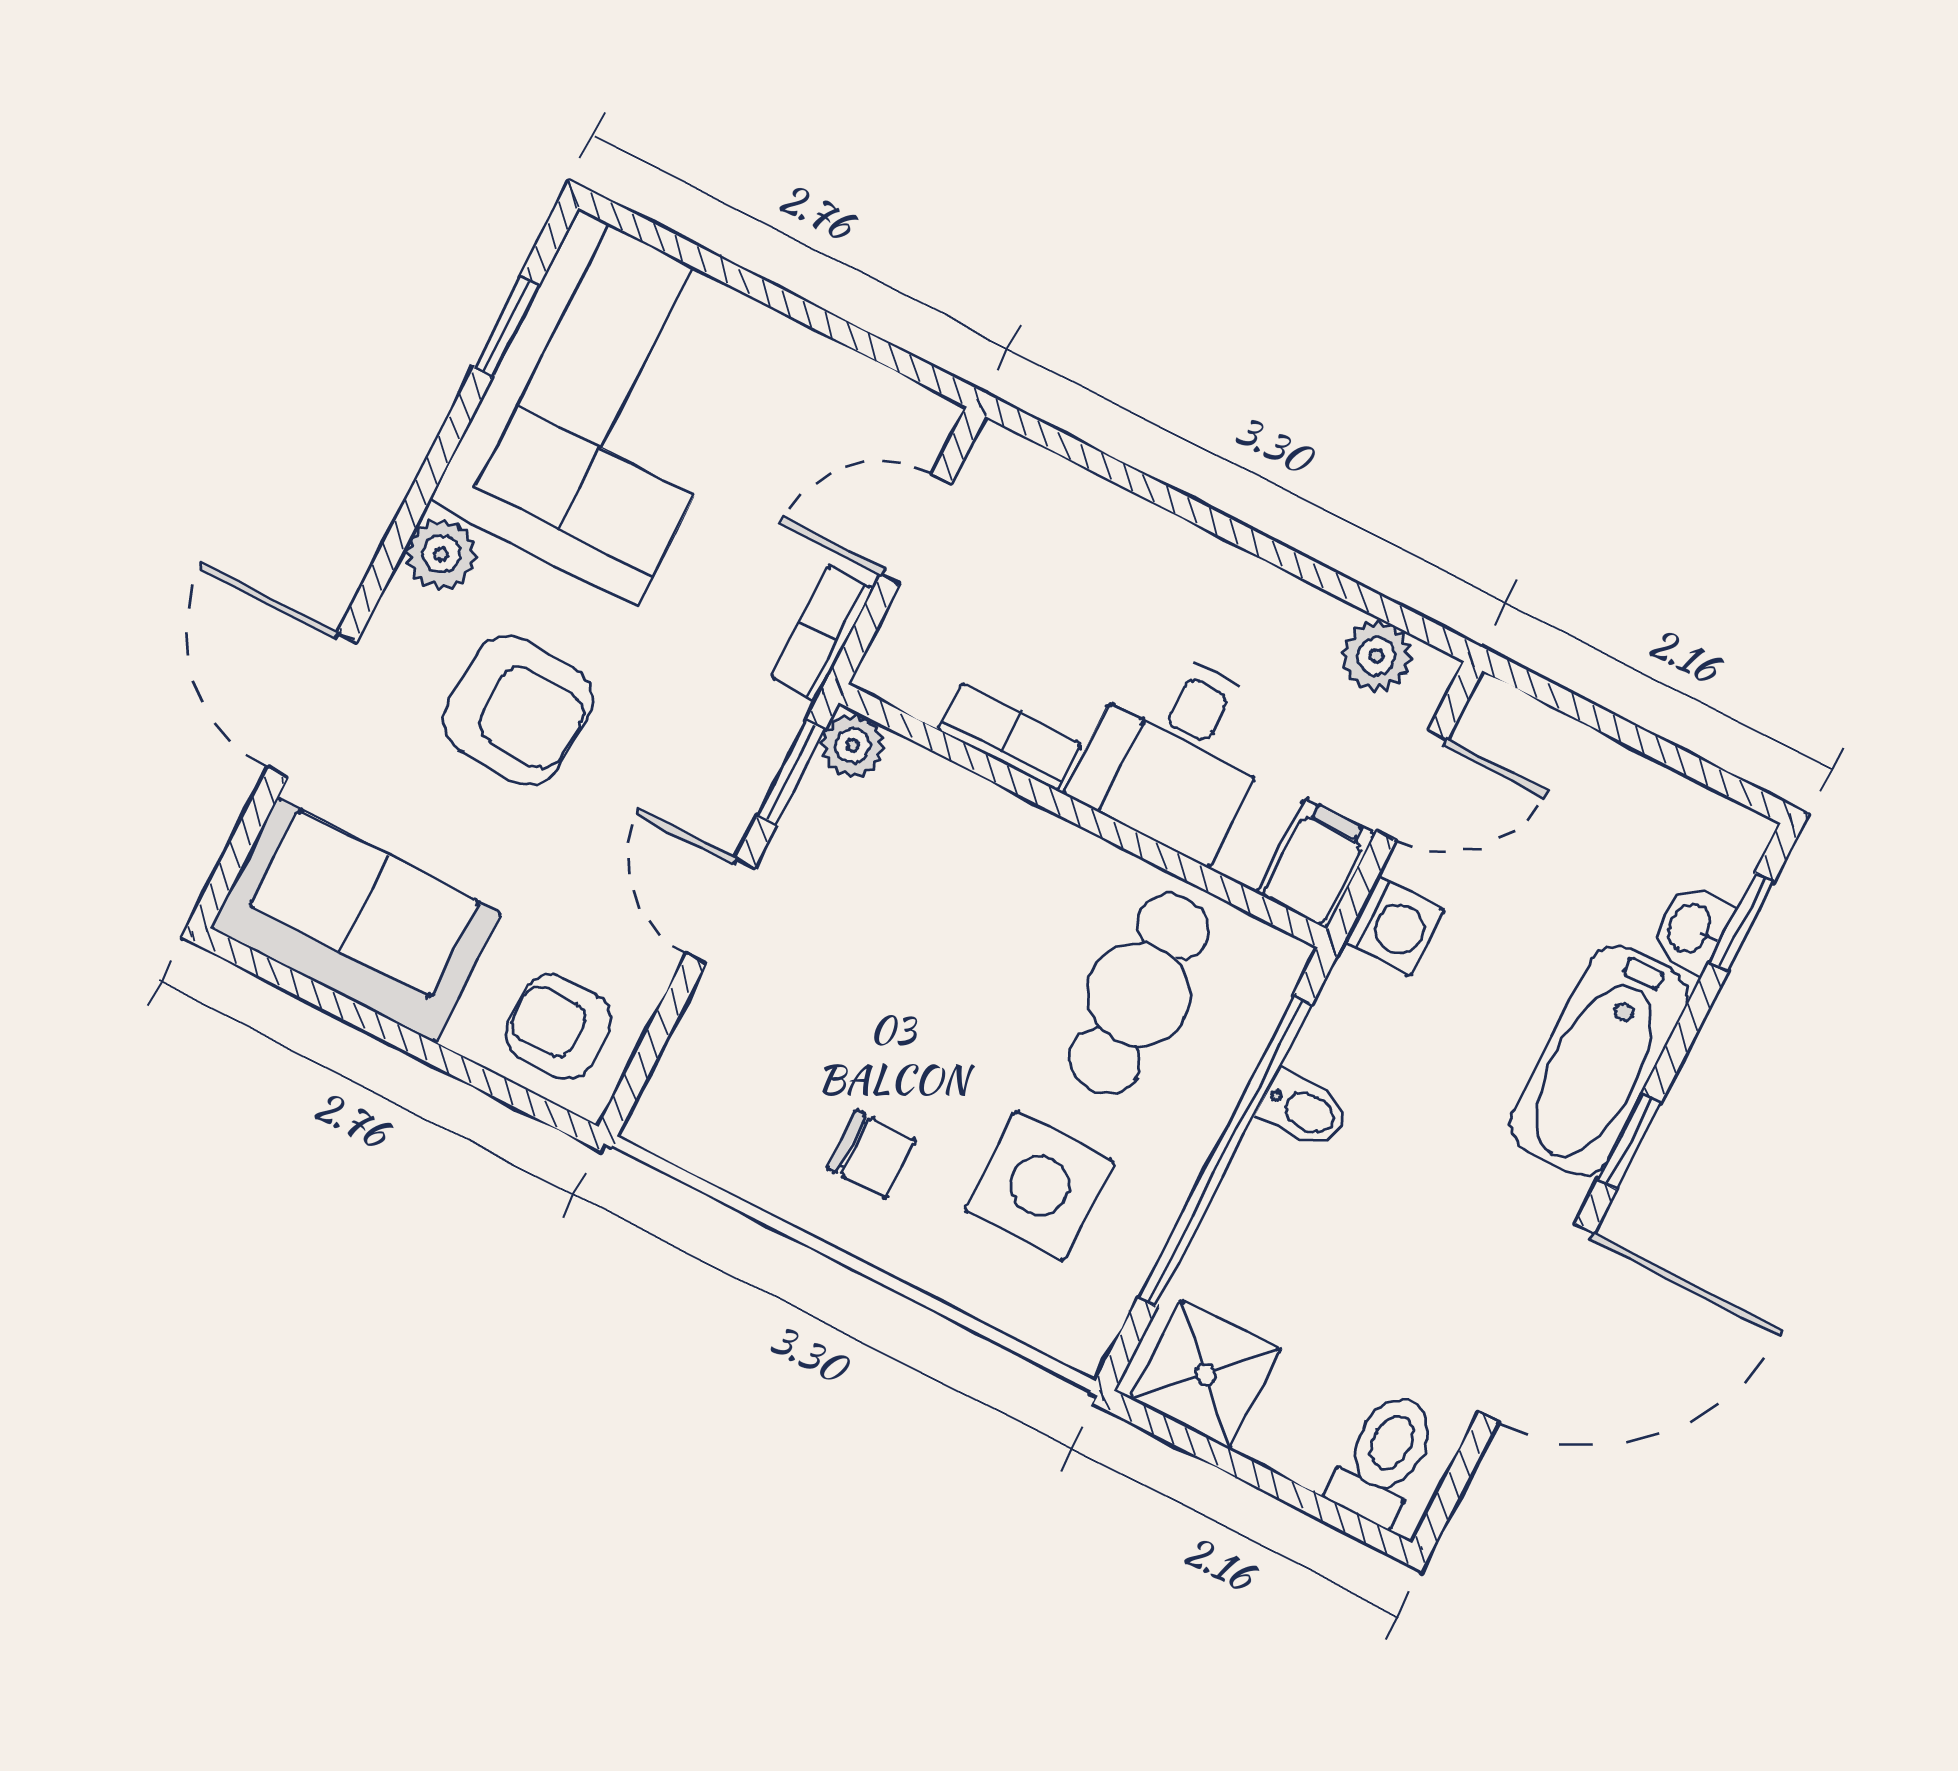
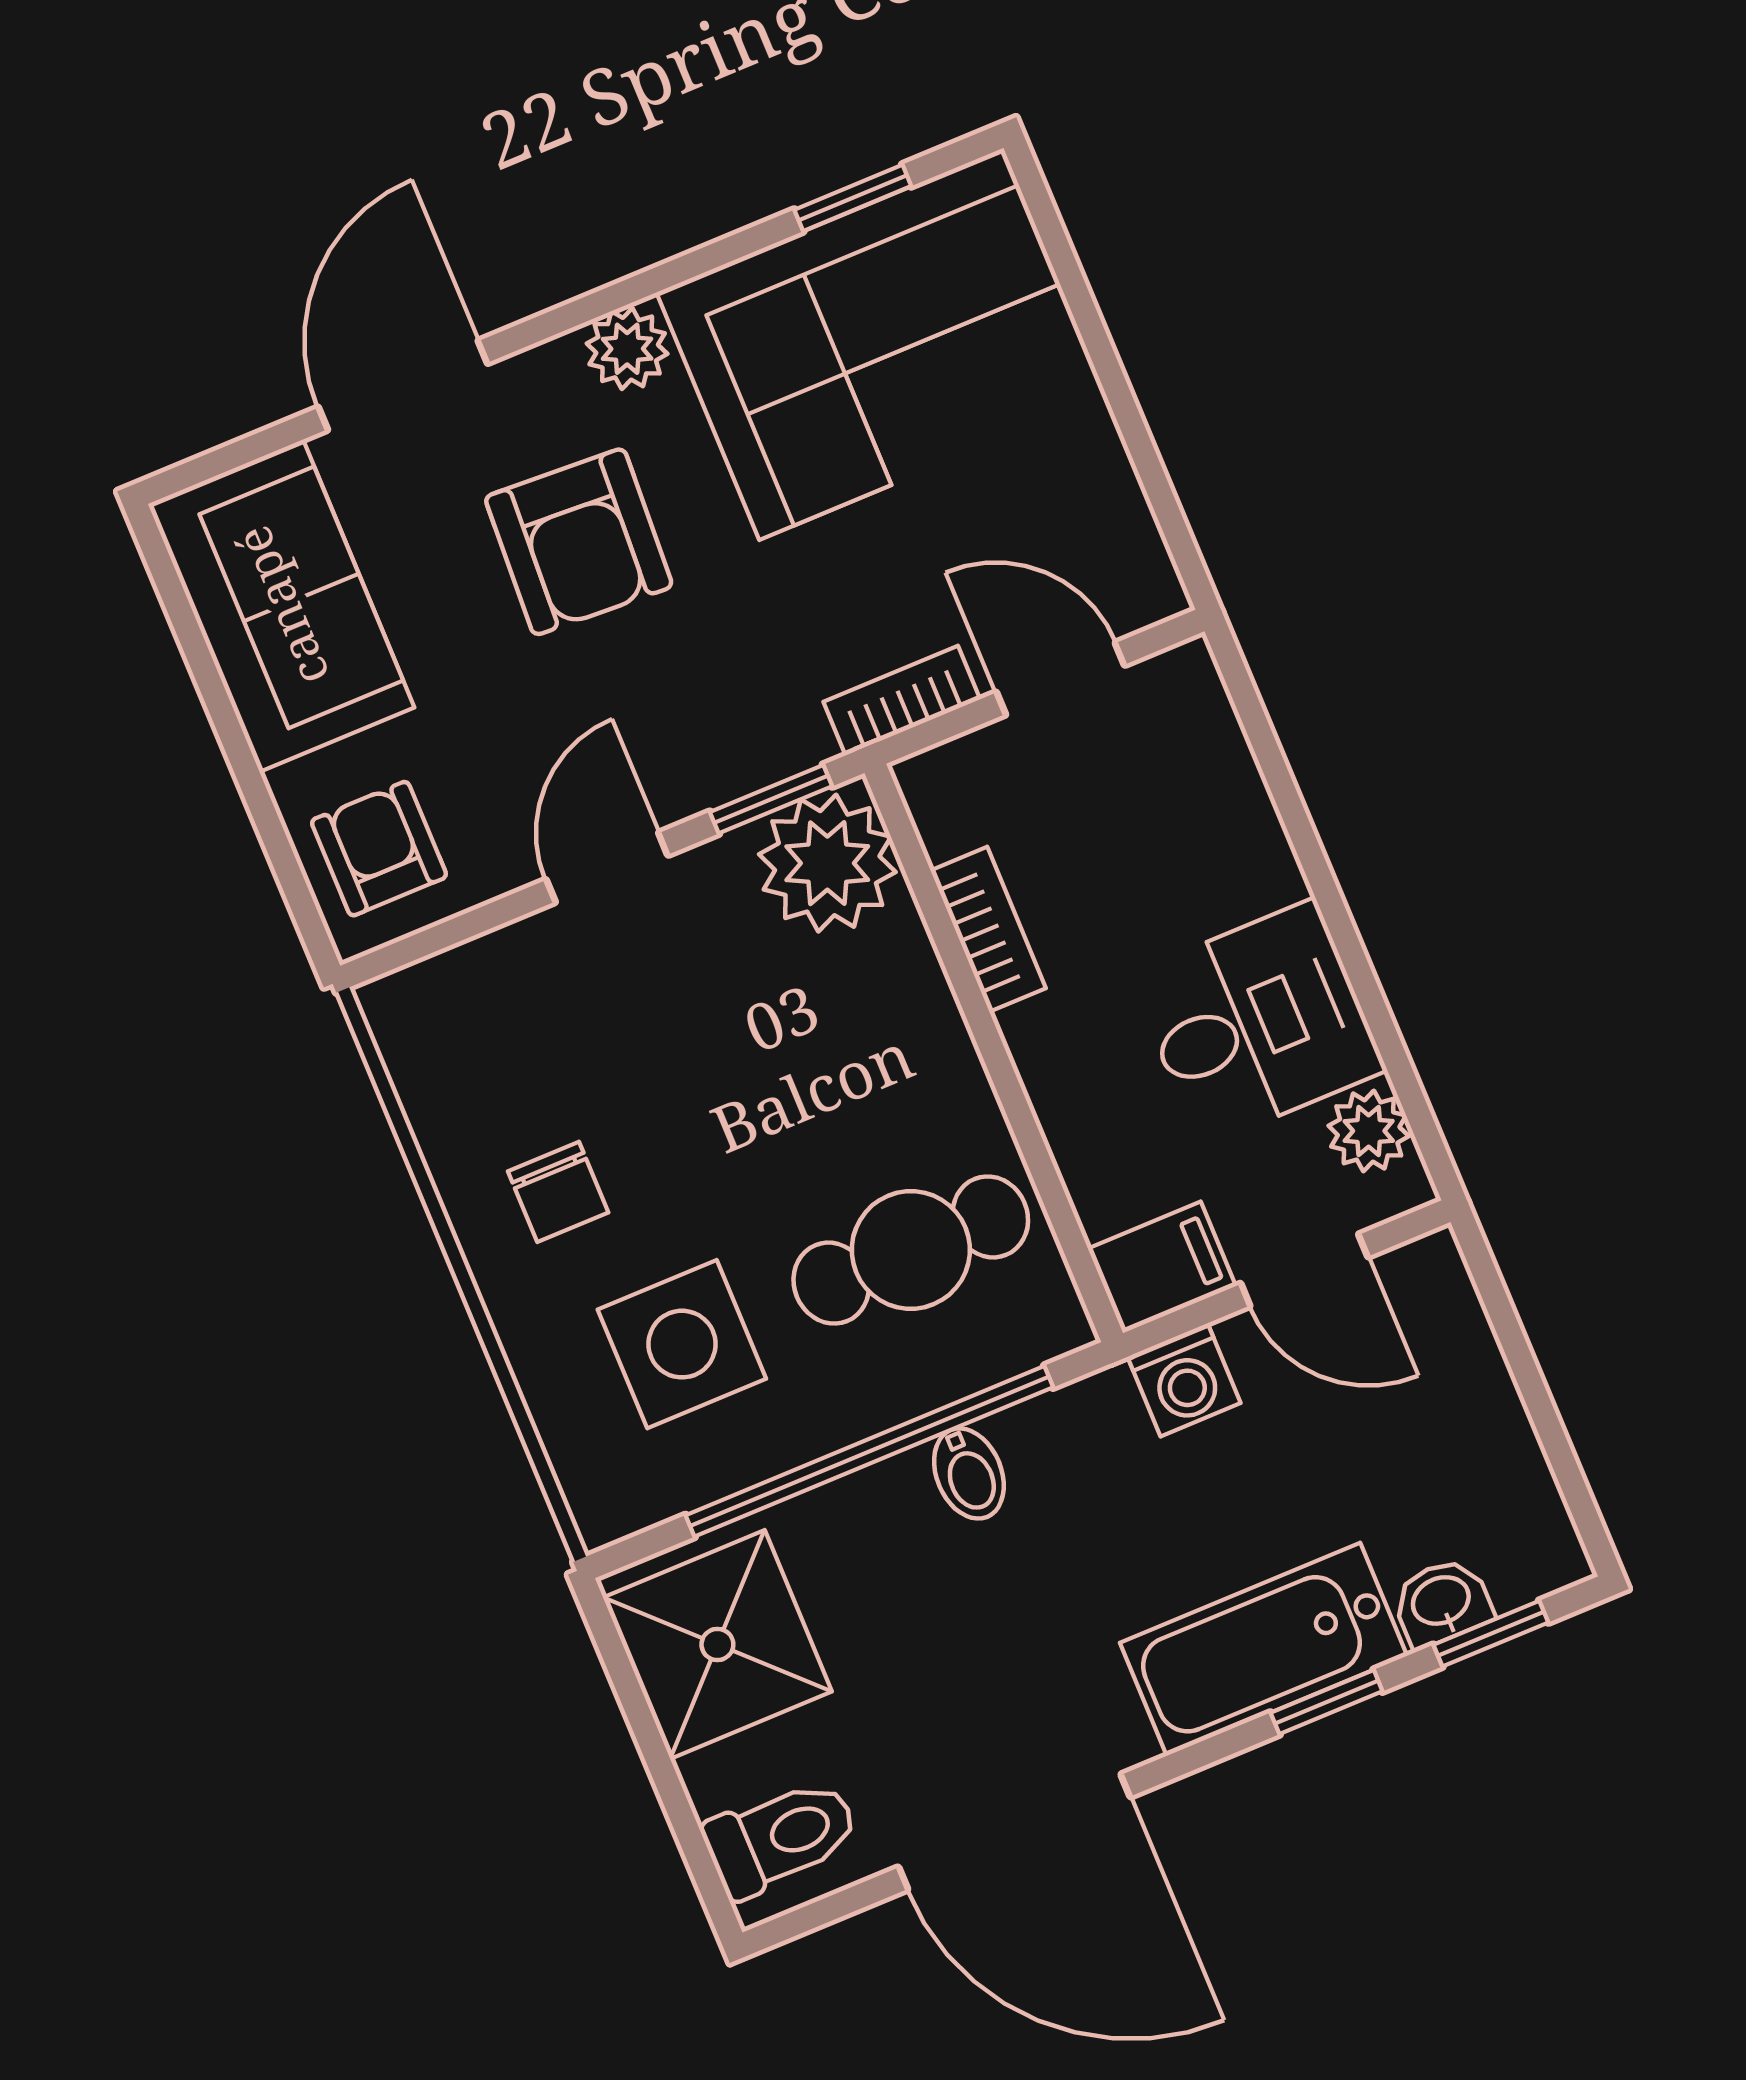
plant: (853, 746) -> (827, 863), width x1.88, depth x1.88
desk: (1176, 753) -> (1258, 1023), moved, turned 180
window: (1629, 1141) -> (1327, 1702), moved
shower: (1205, 1375) -> (717, 1644), width x1.36, depth x1.36

